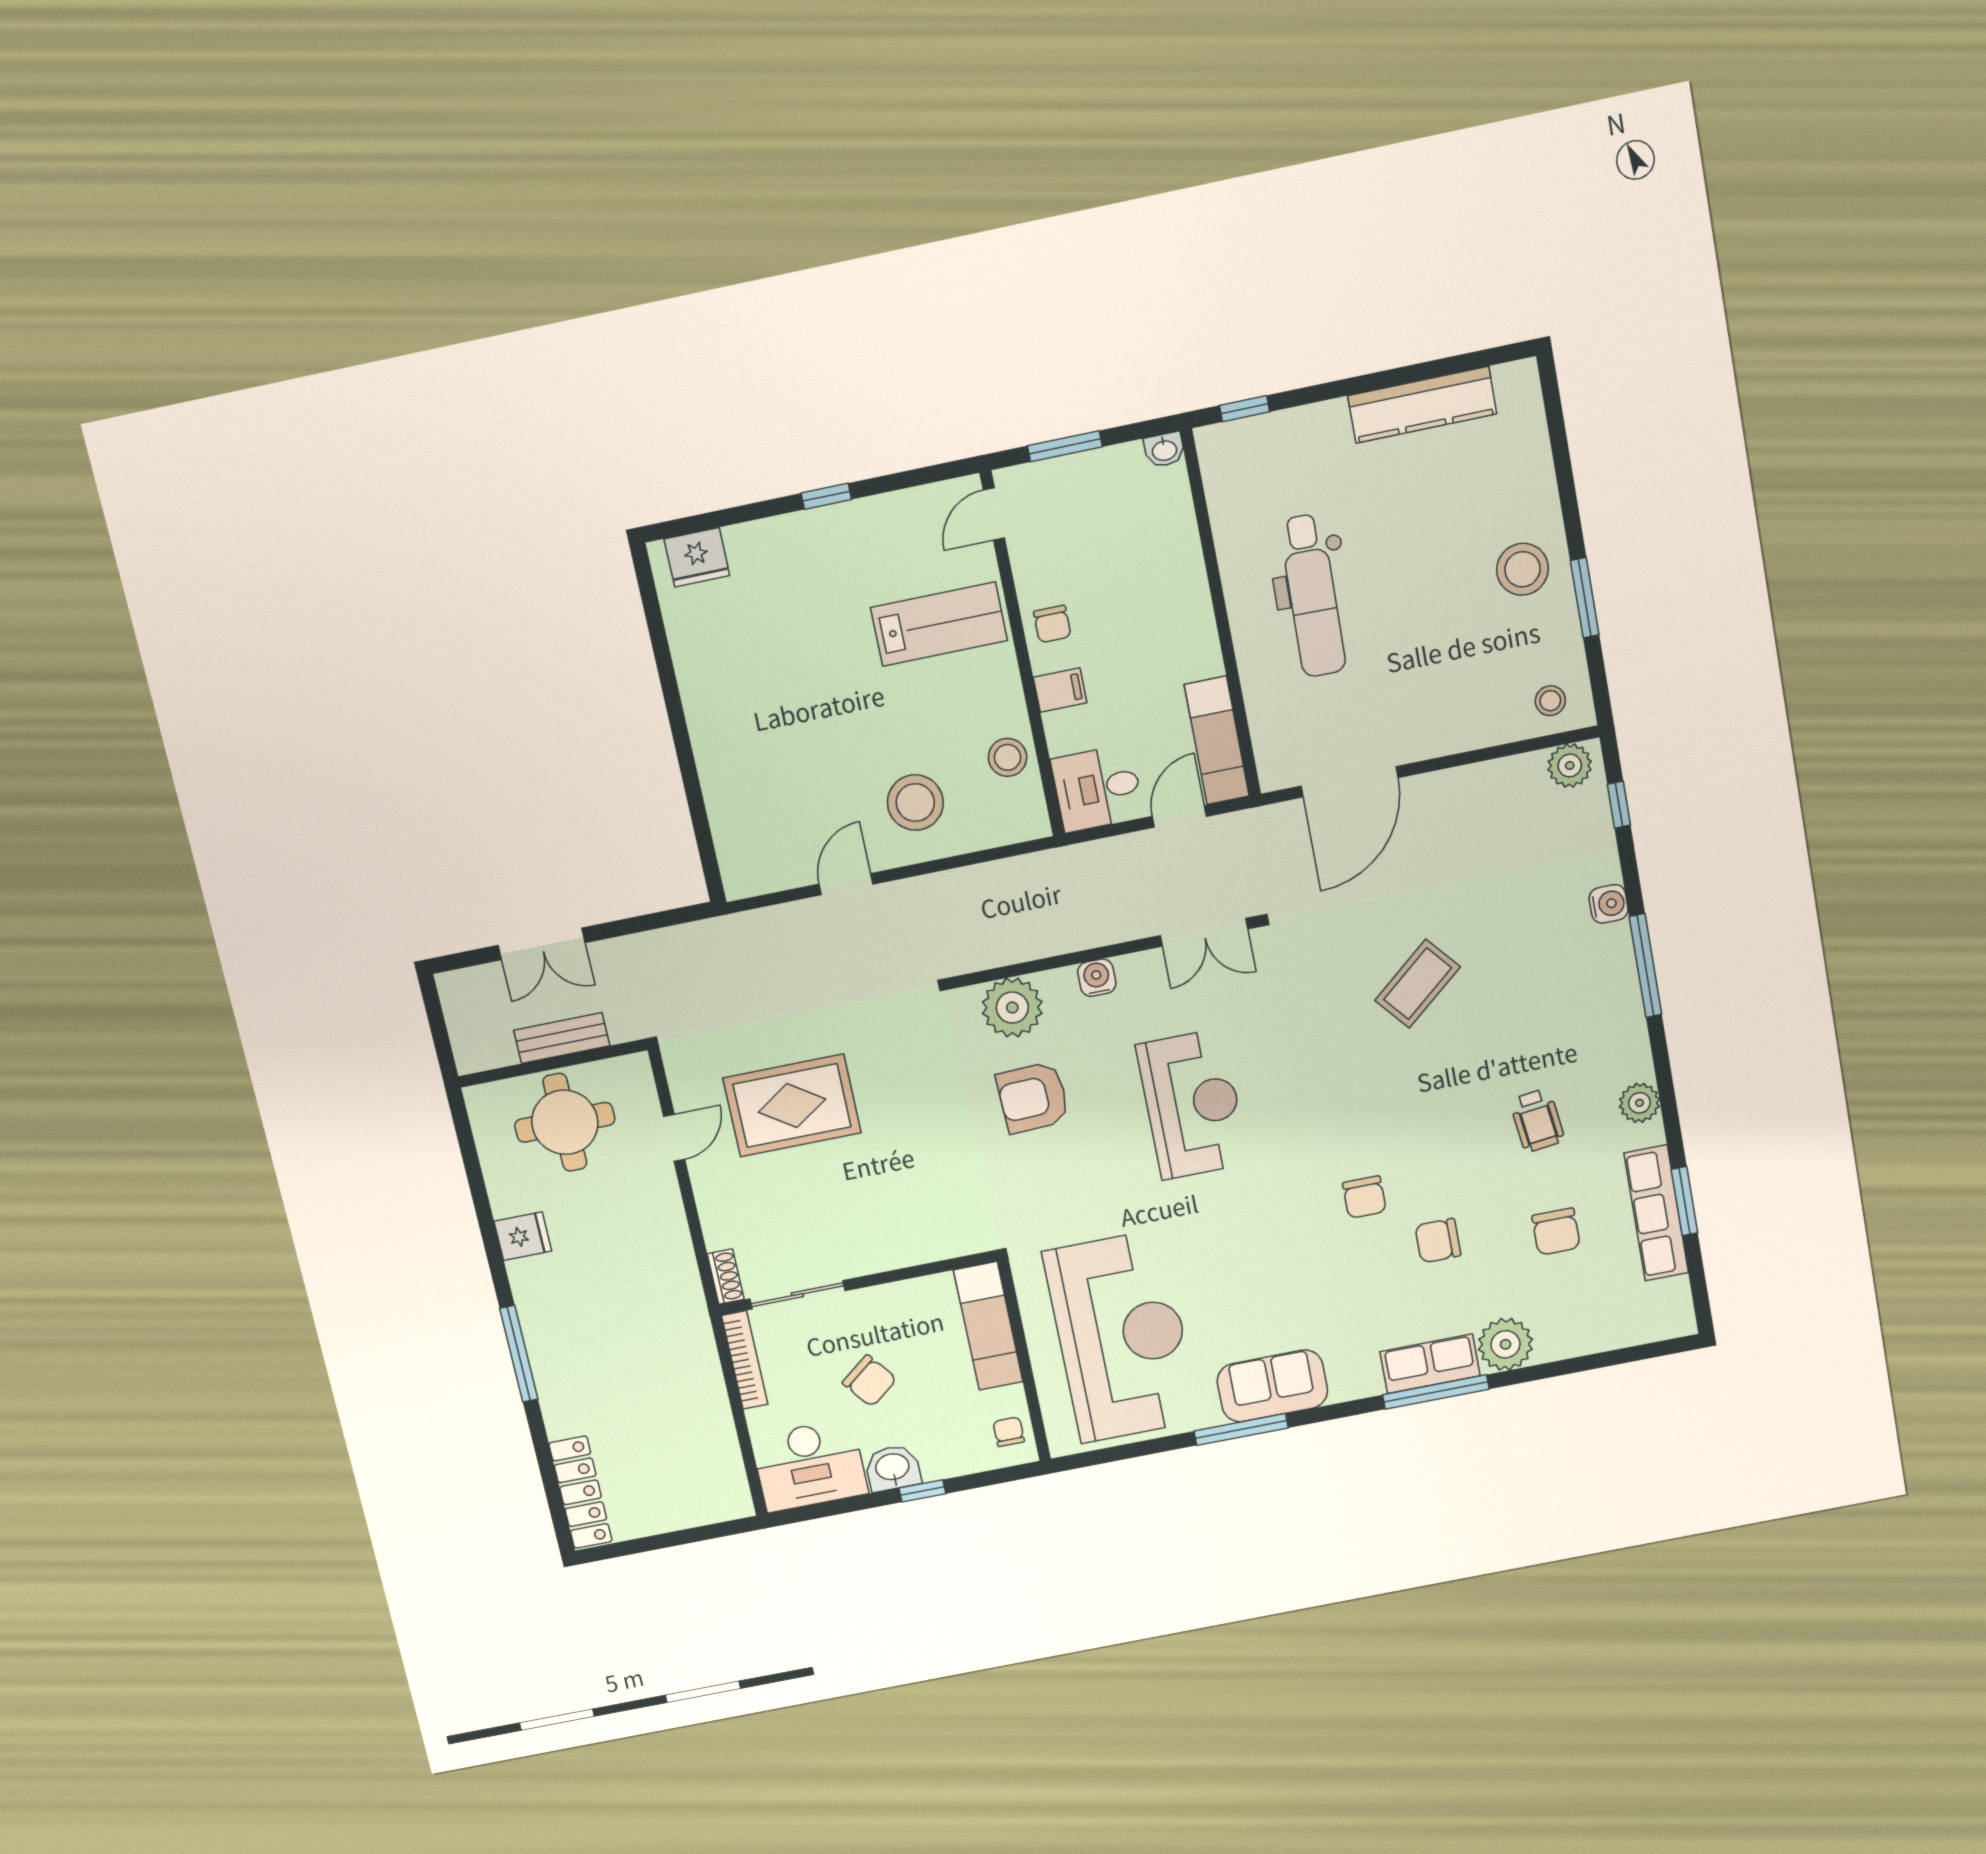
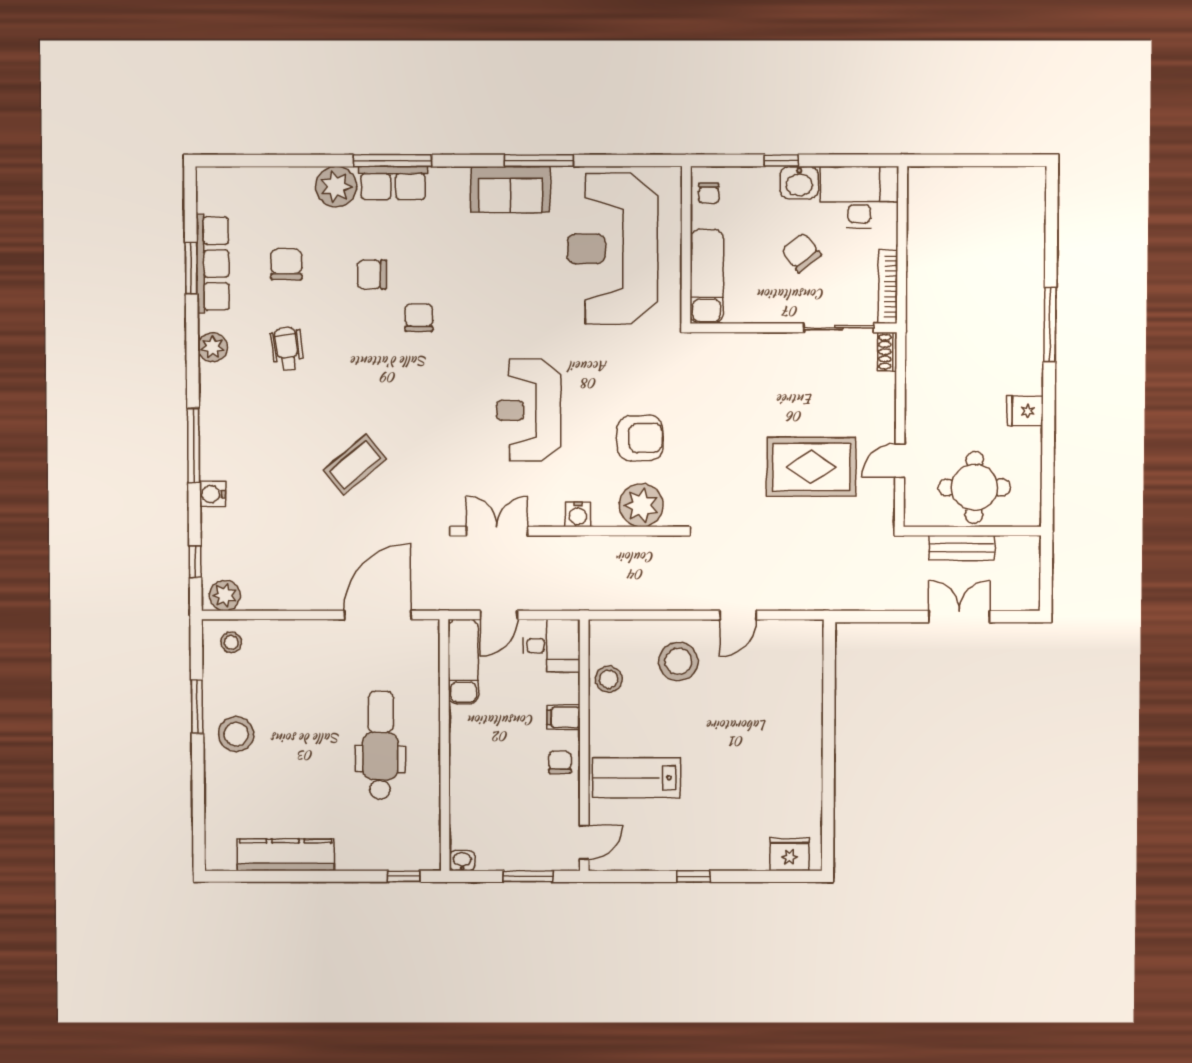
chair: (1438, 1241) -> (372, 275), turned 180
locker: (580, 1492) -> (1031, 210), removed

